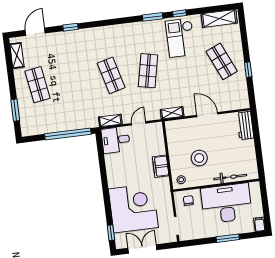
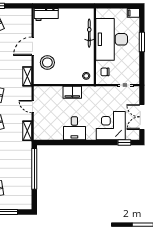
desk: (116, 140) -> (74, 128), moved
stool: (199, 158) -> (47, 63), moved
corner desk: (133, 208) -> (111, 126), width x0.74, depth x0.74

